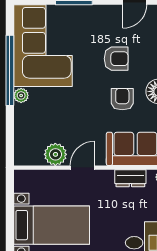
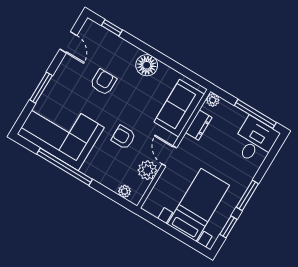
plant: (21, 95) -> (124, 191), moved
armchair: (122, 99) -> (123, 137), moved

